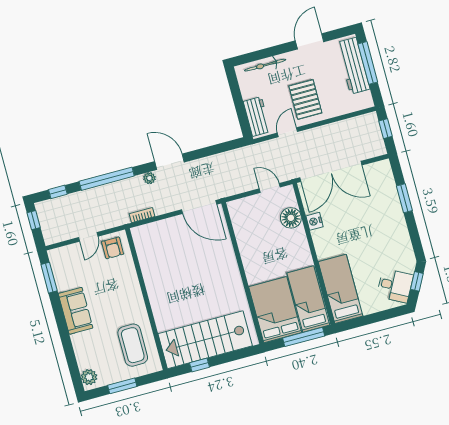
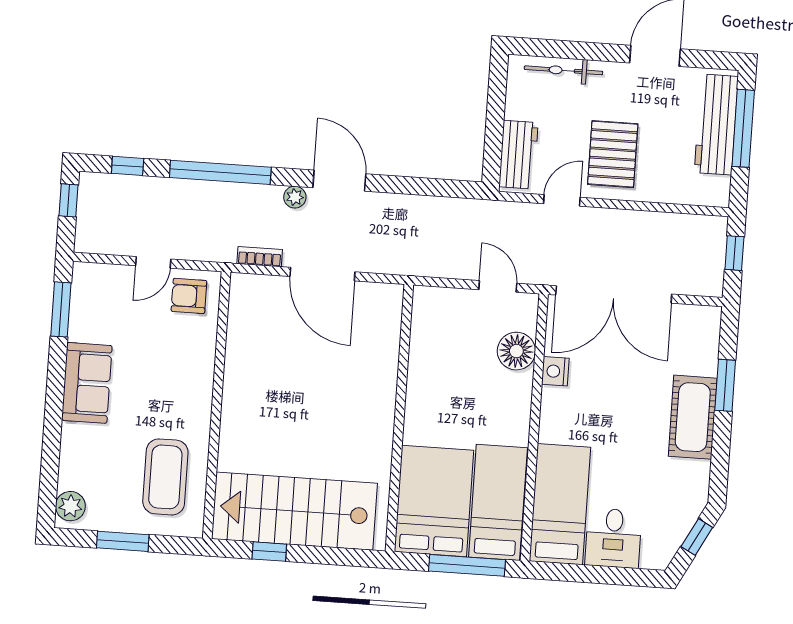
door: (199, 207) -> (322, 274), moved
cot: (393, 220) -> (693, 417), added
armchair: (113, 248) -> (189, 296), turned 90
desk: (395, 286) -> (613, 538), moved, turned 62

